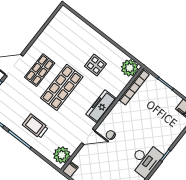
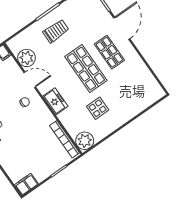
freezer: (101, 106) -> (55, 101), width x0.71
door: (88, 137) -> (30, 80), swing flipped
plant: (62, 155) -> (26, 58), moved

